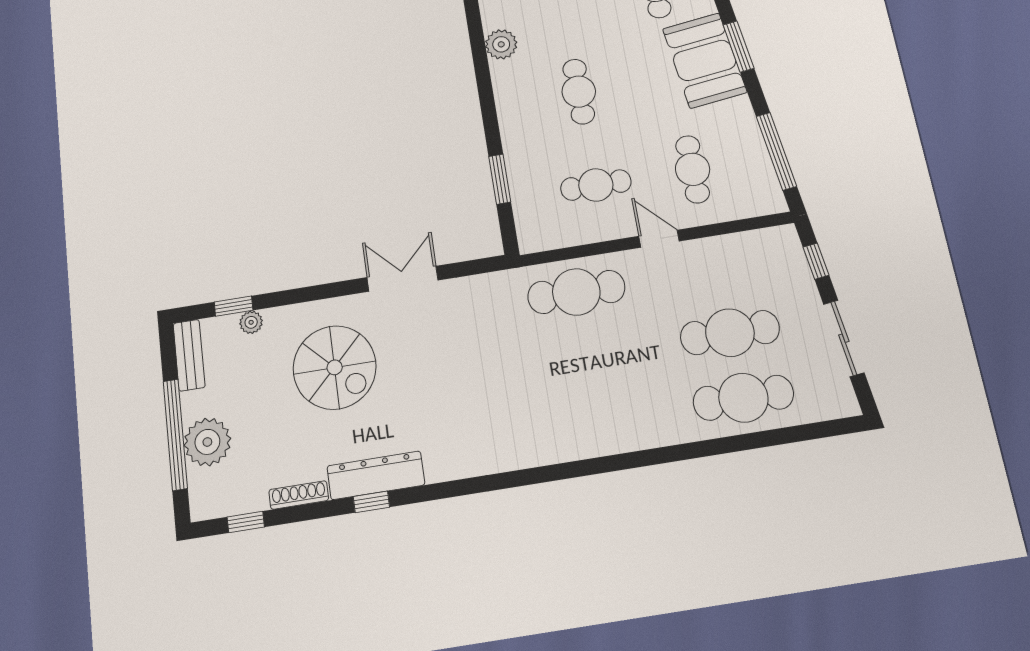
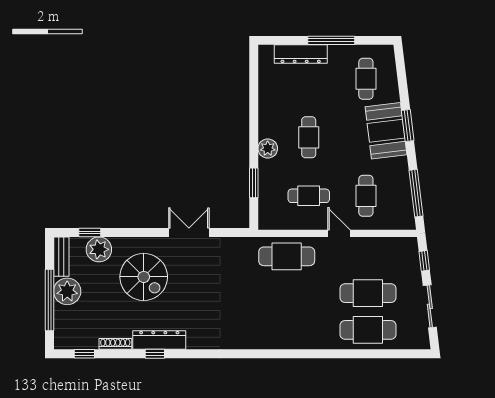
plant: (501, 44) -> (268, 148), moved
plant: (251, 322) -> (99, 249), width x1.87, depth x1.87
plant: (207, 442) -> (67, 291), moved

